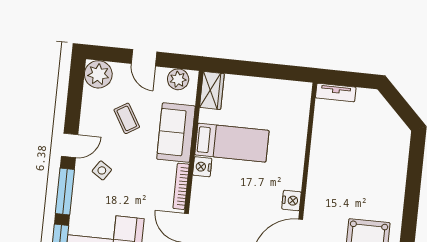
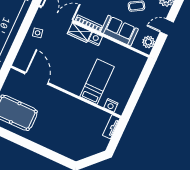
wardrobe: (212, 90) -> (79, 33), moved
bed: (232, 143) -> (97, 82), moved, turned 180
nightstand: (291, 200) -> (111, 105), moved

